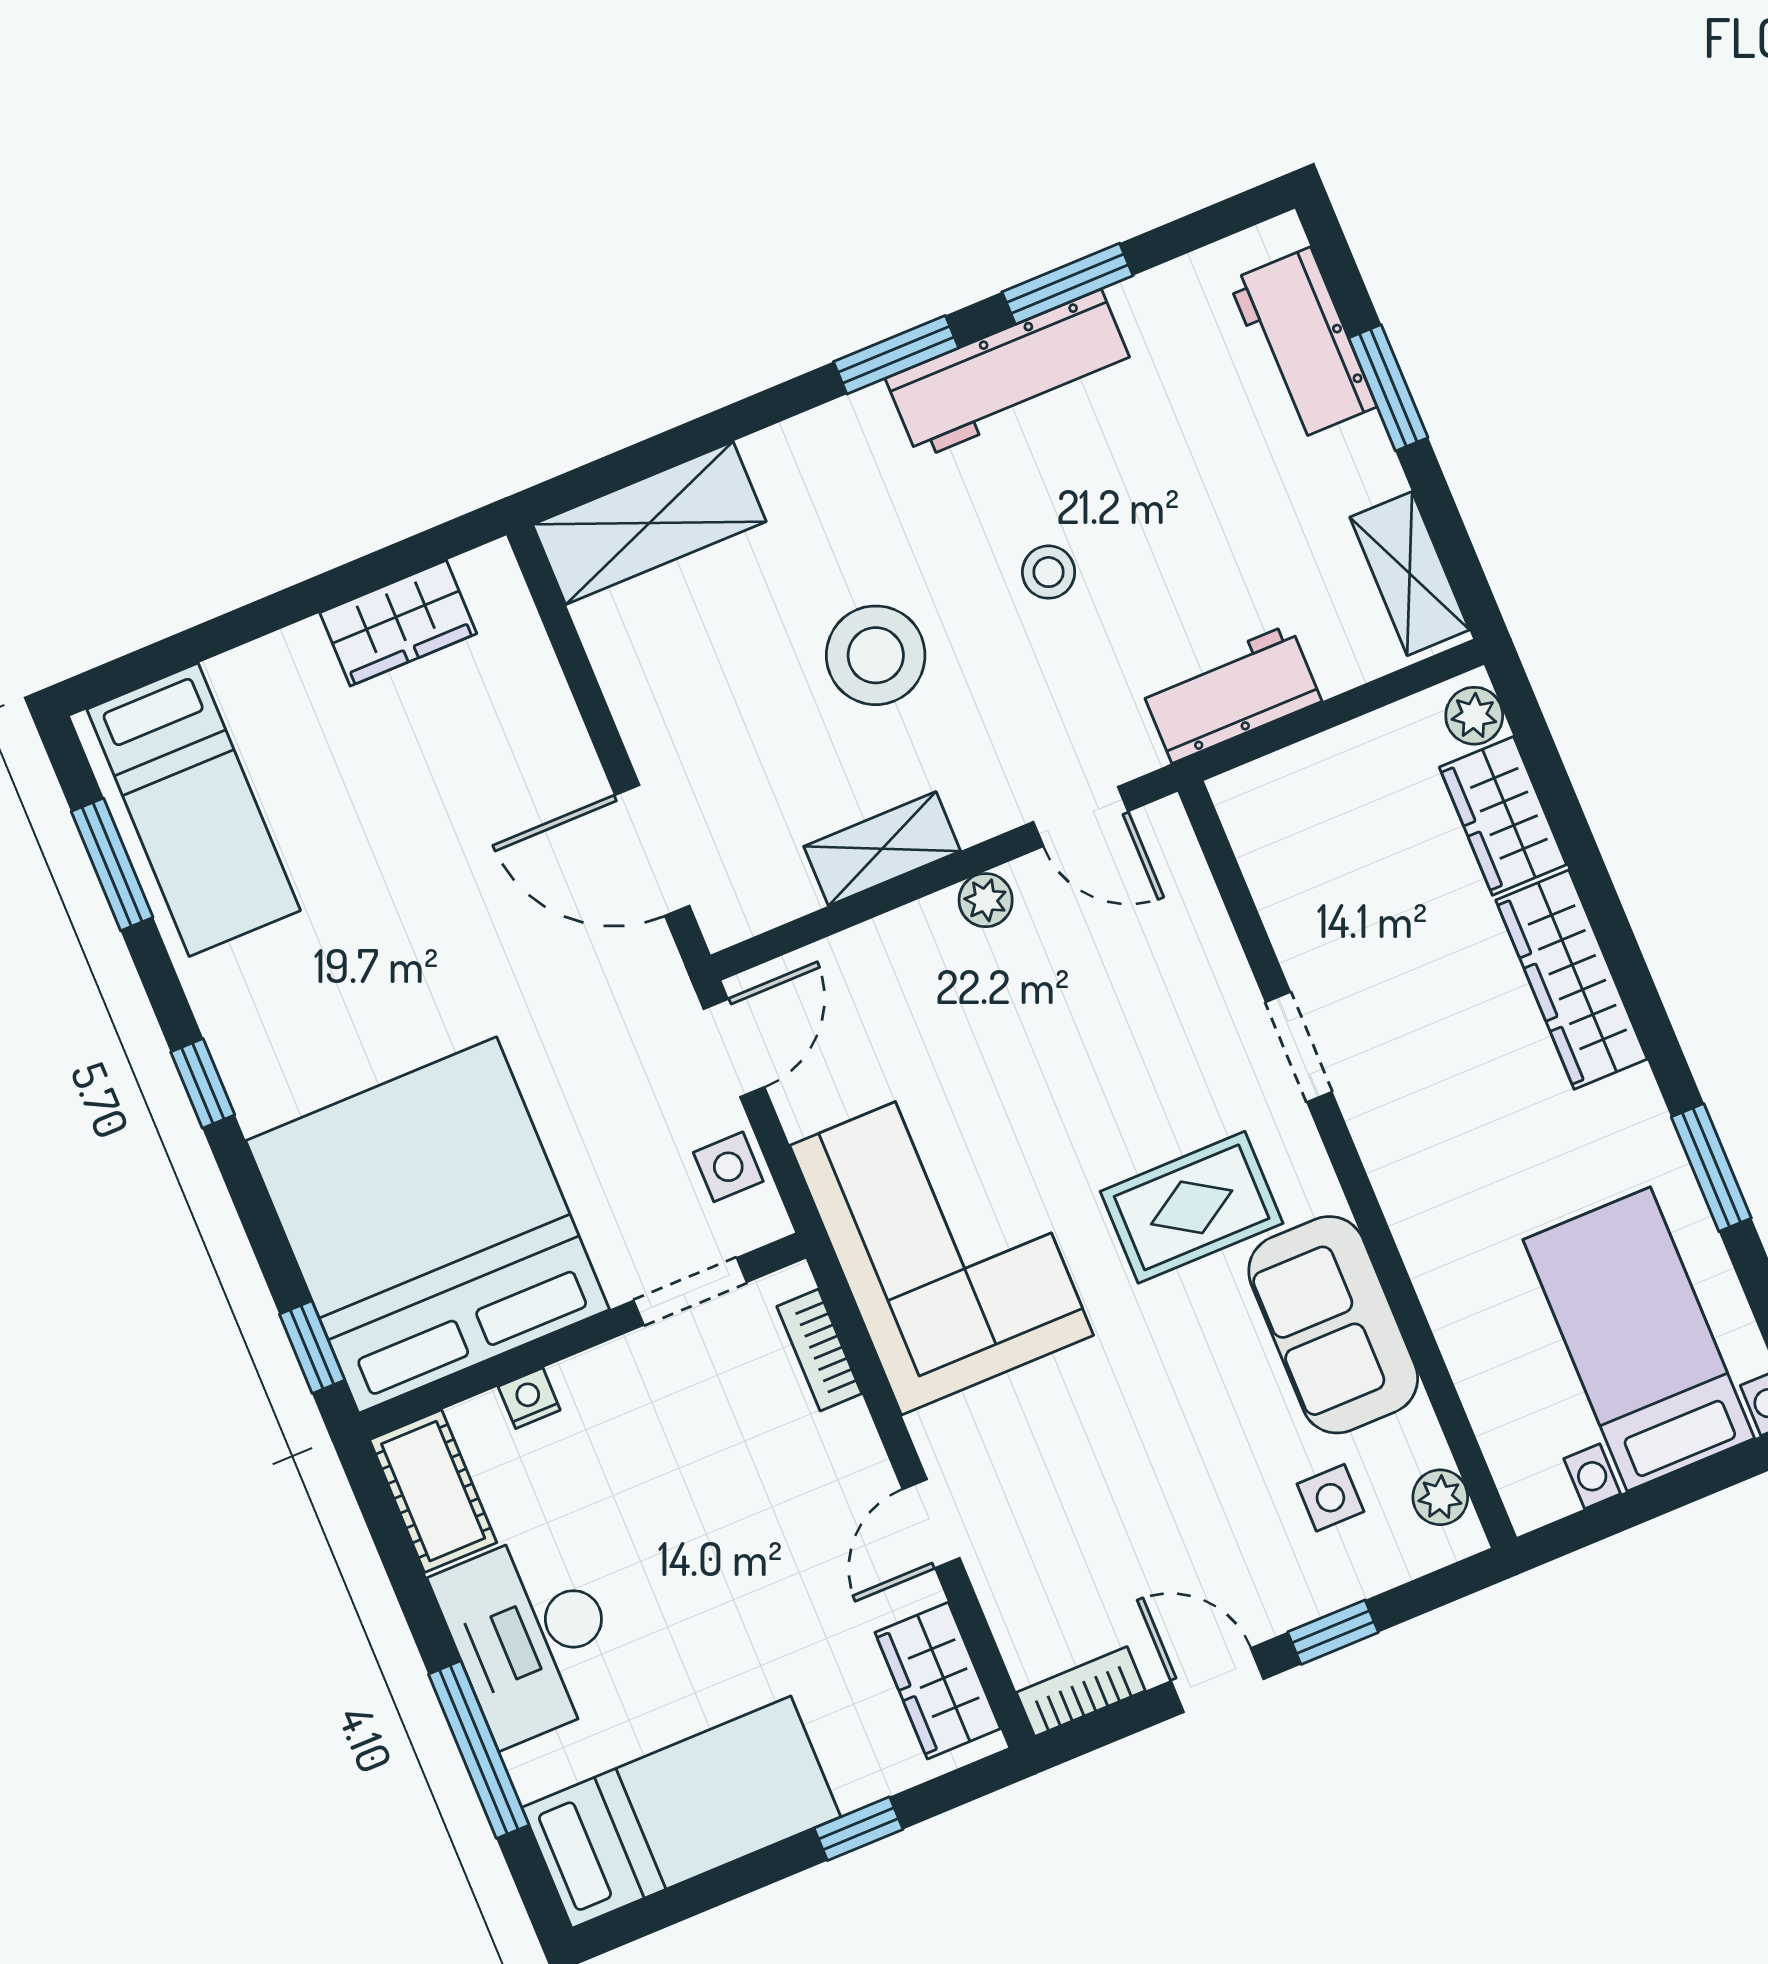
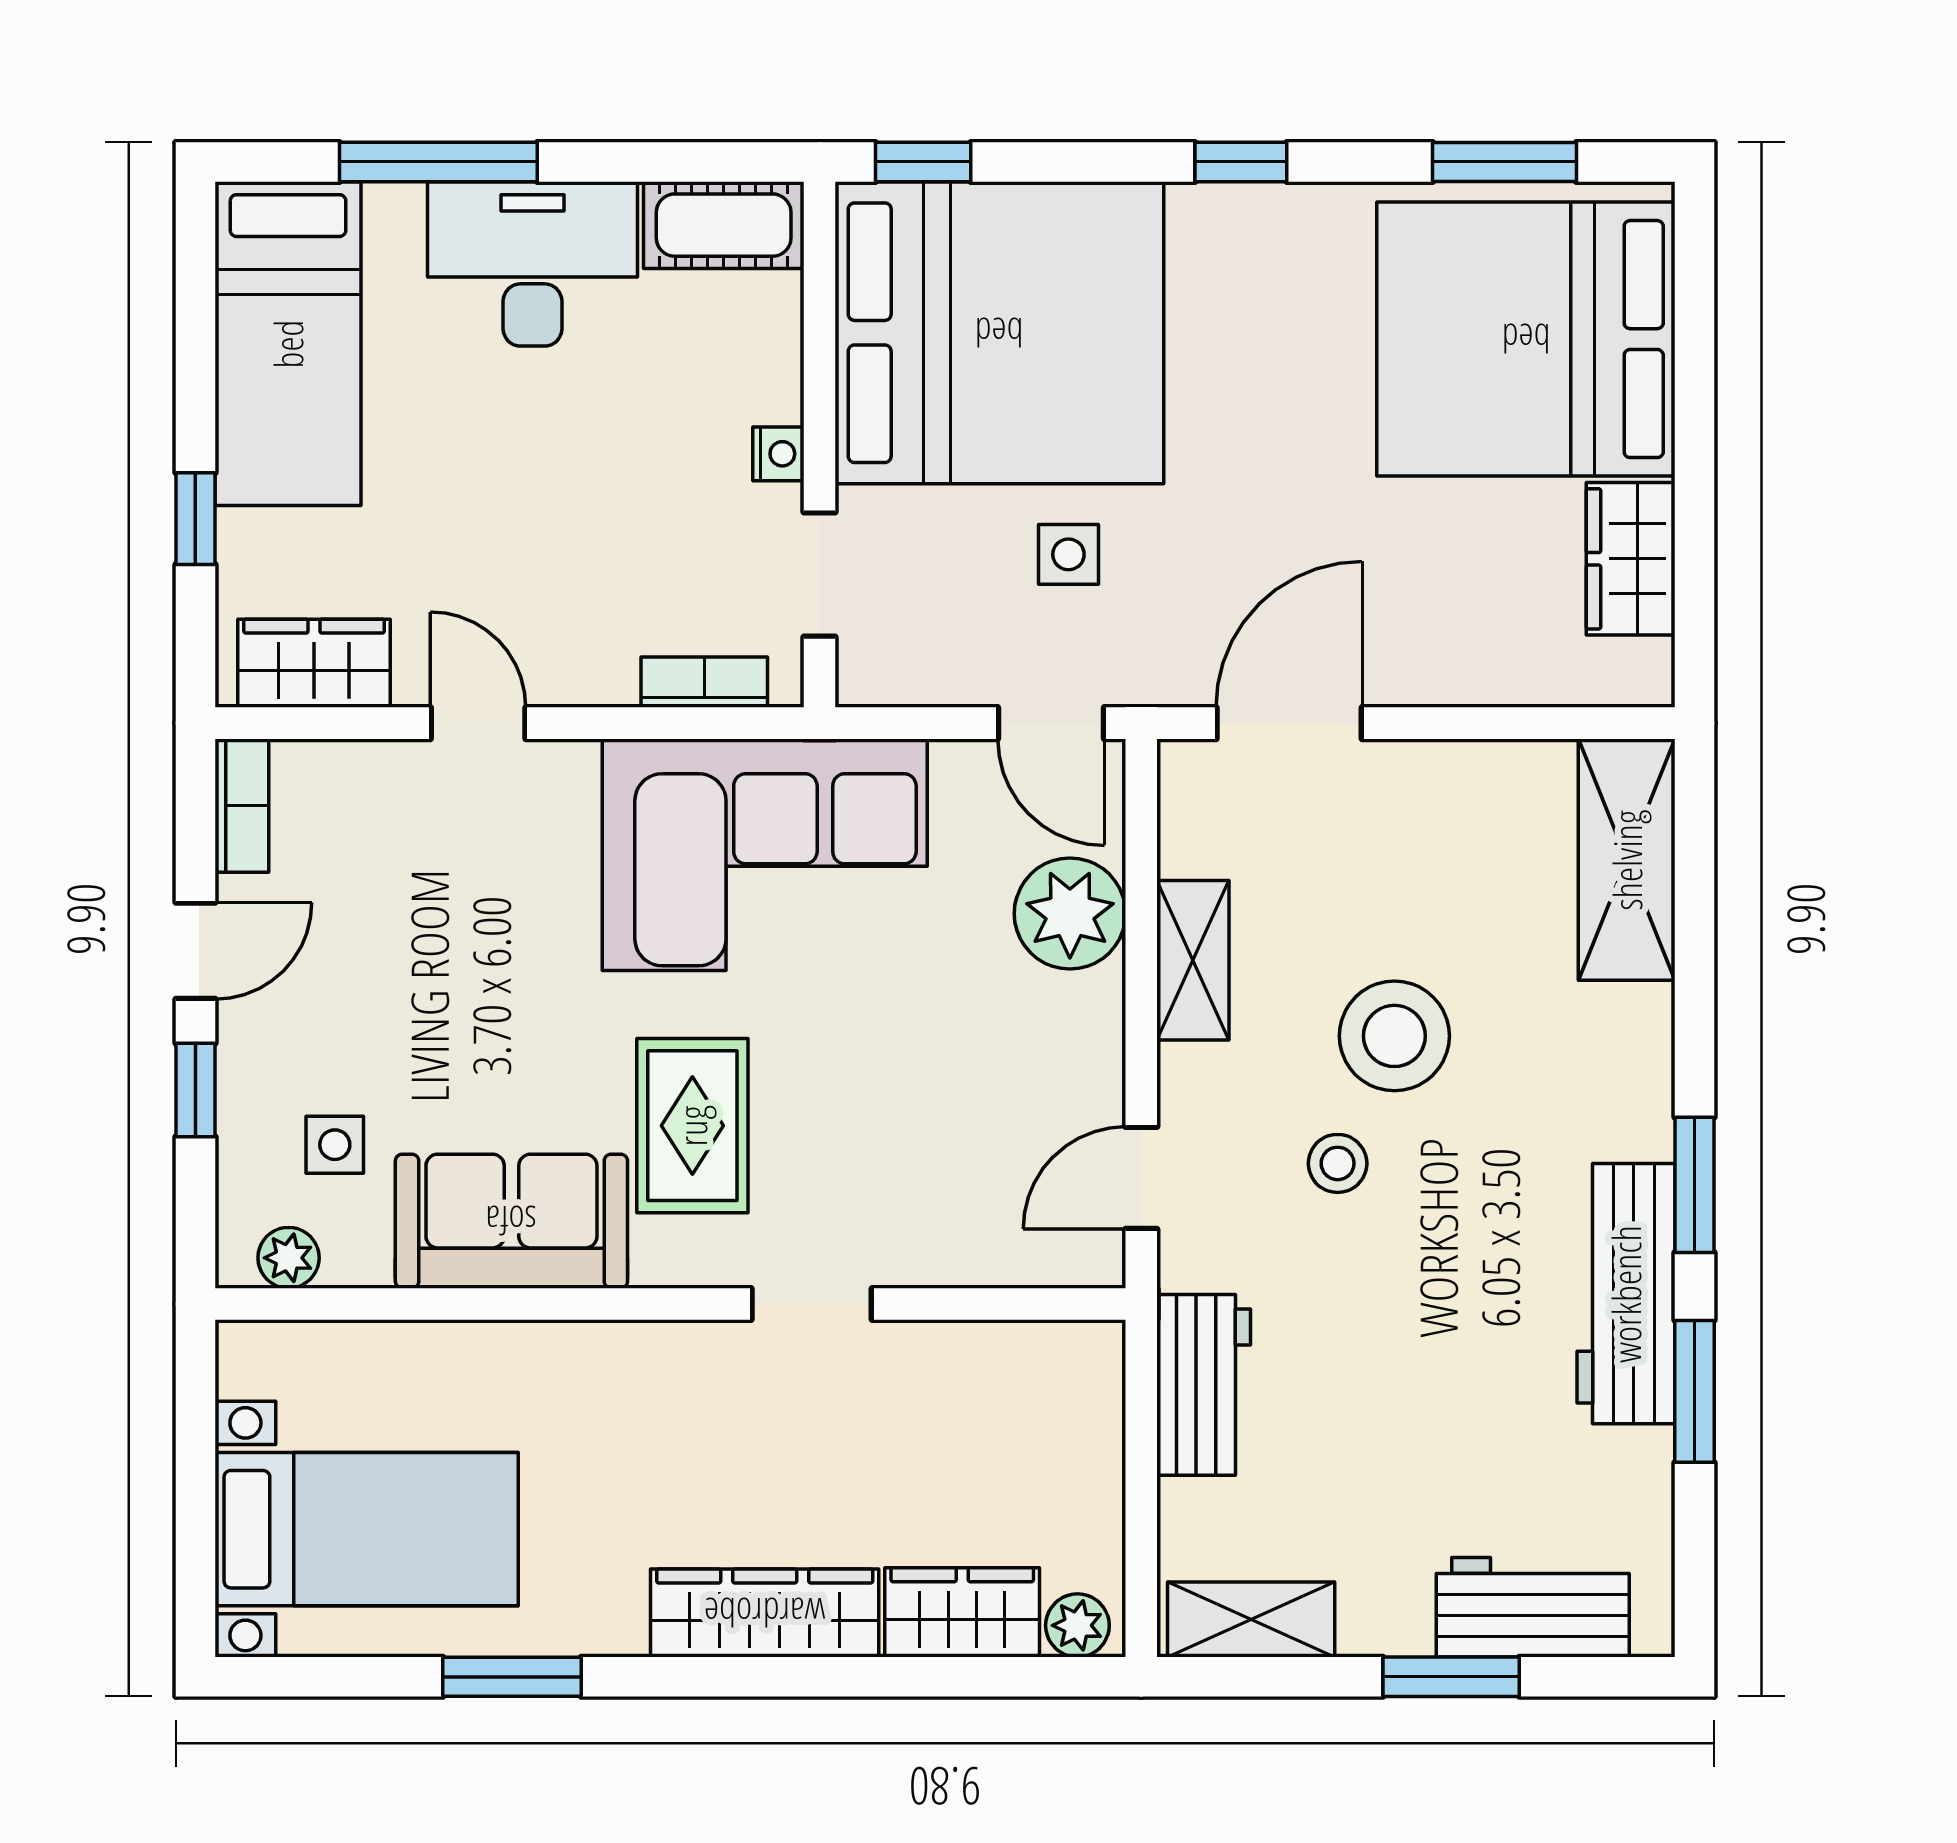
stool: (1049, 572) -> (1338, 1163), moved
bed: (194, 810) -> (1526, 339), width x2.04
plant: (986, 900) -> (1070, 914), moved, width x1.87, depth x1.87
side table: (728, 1167) -> (1068, 554), moved
nightstand: (529, 1398) -> (778, 454), moved

